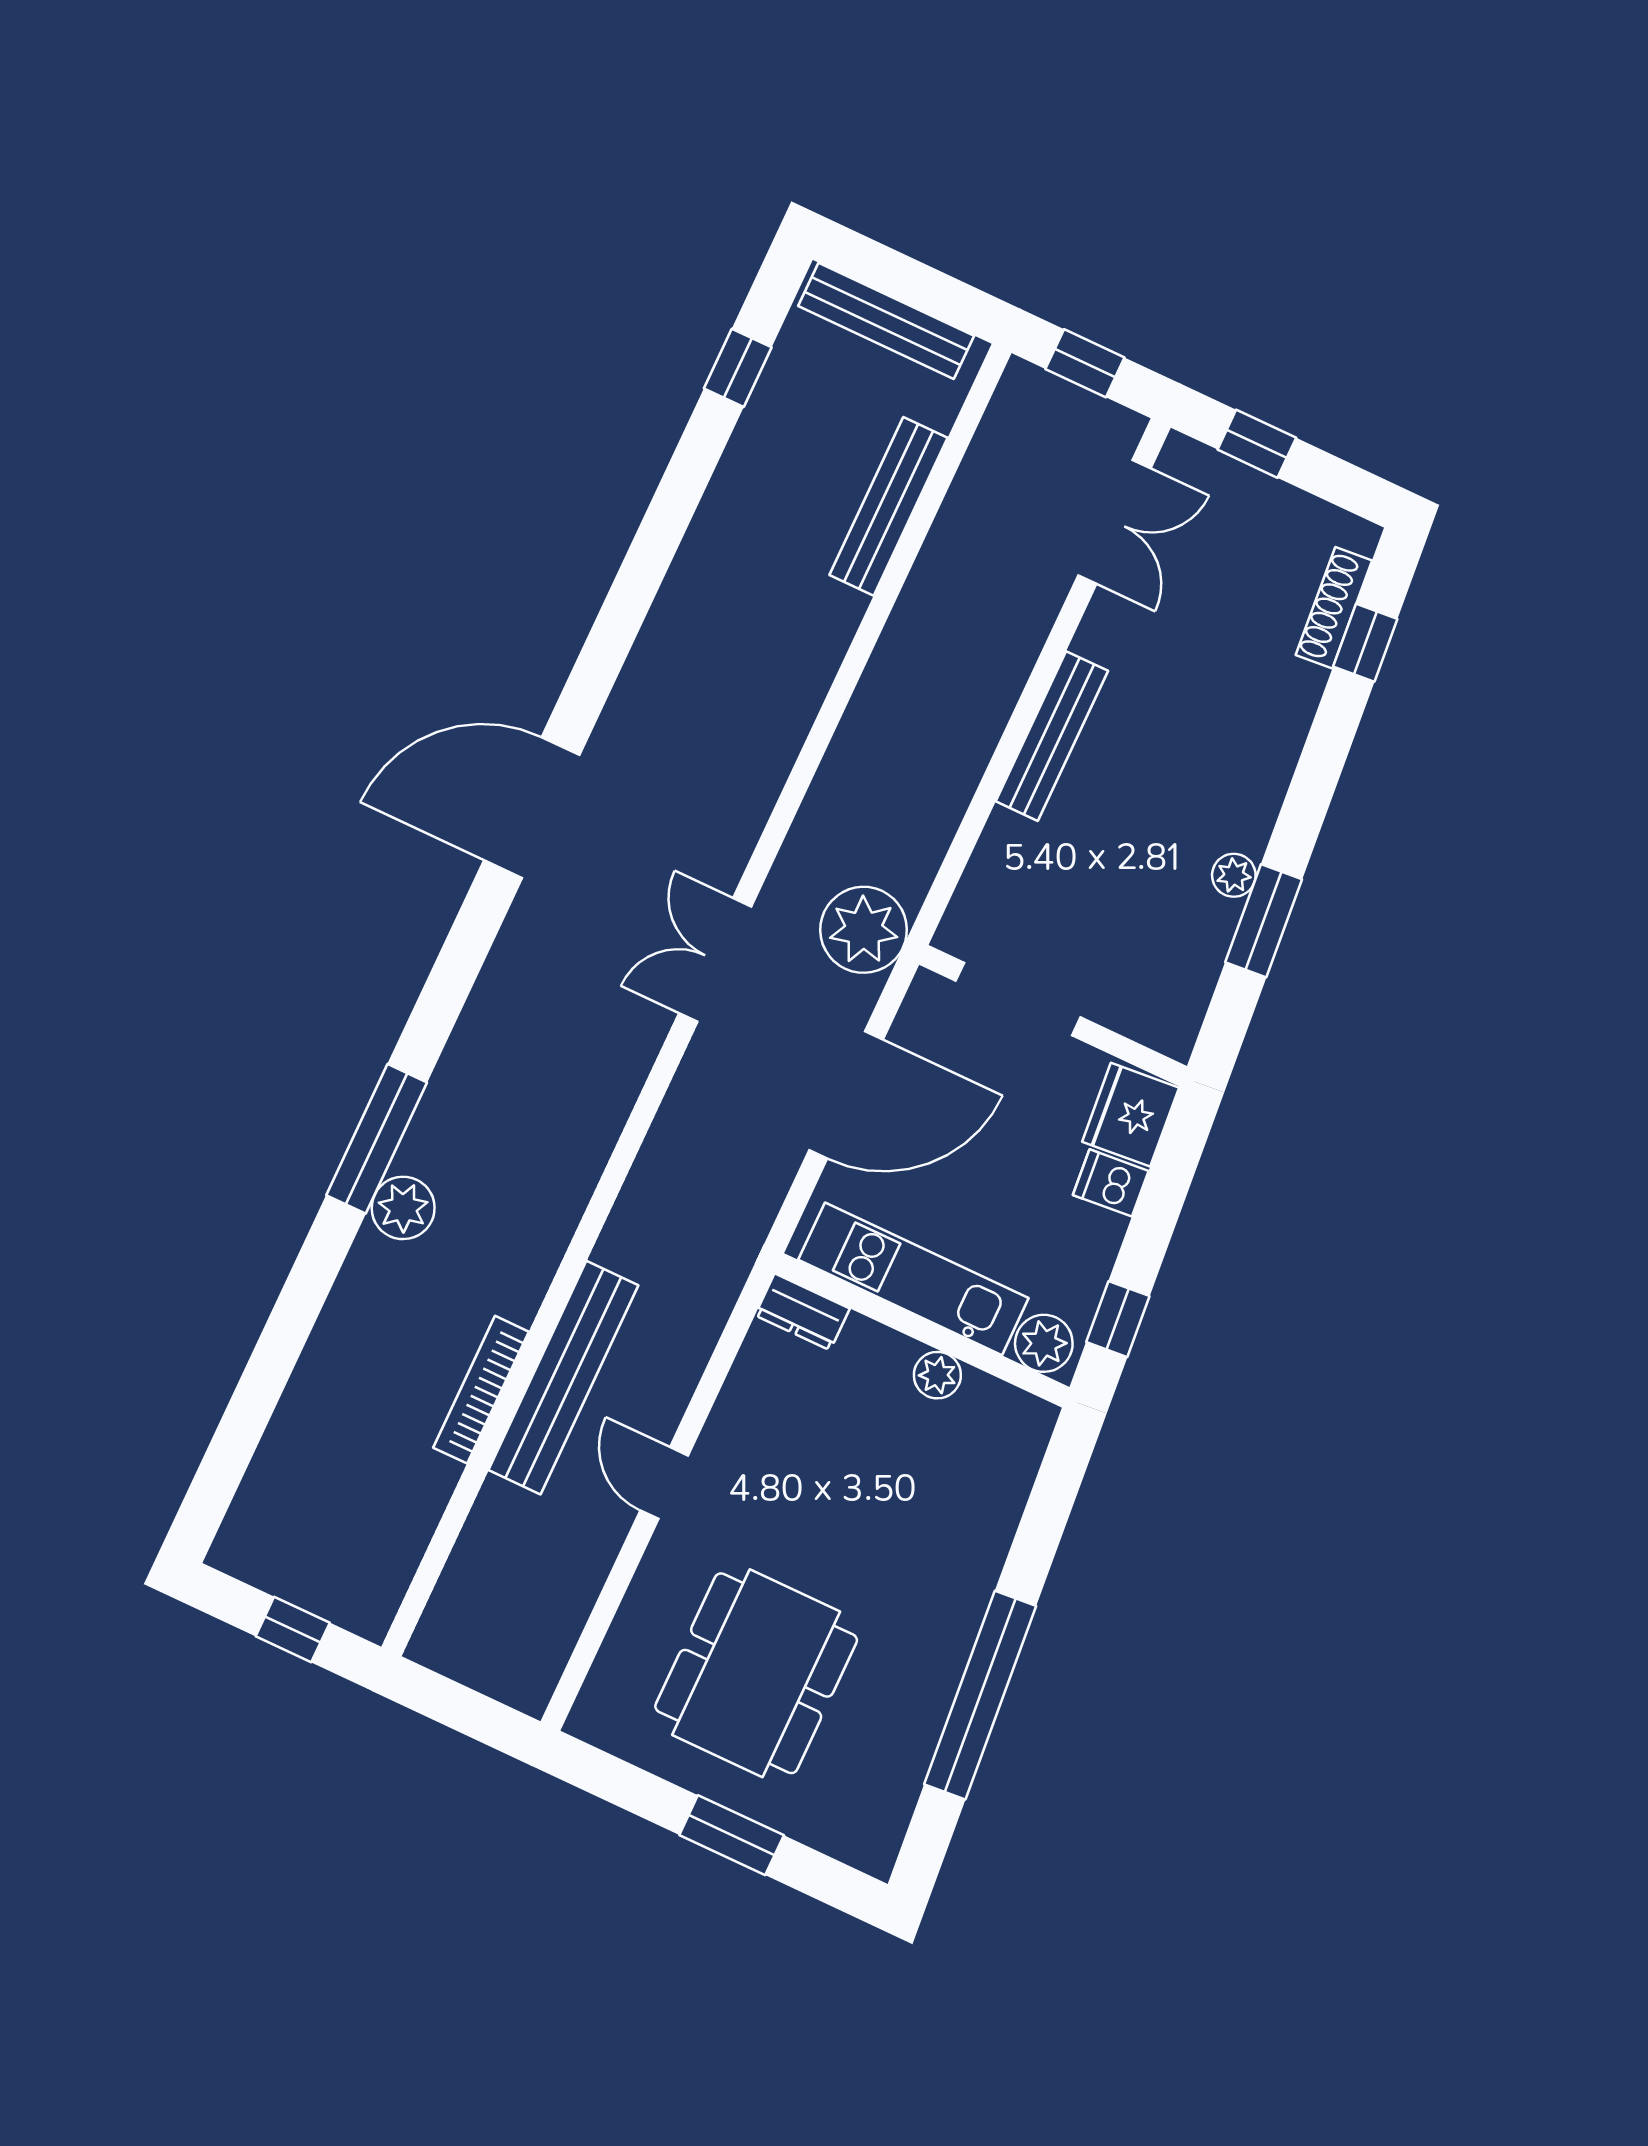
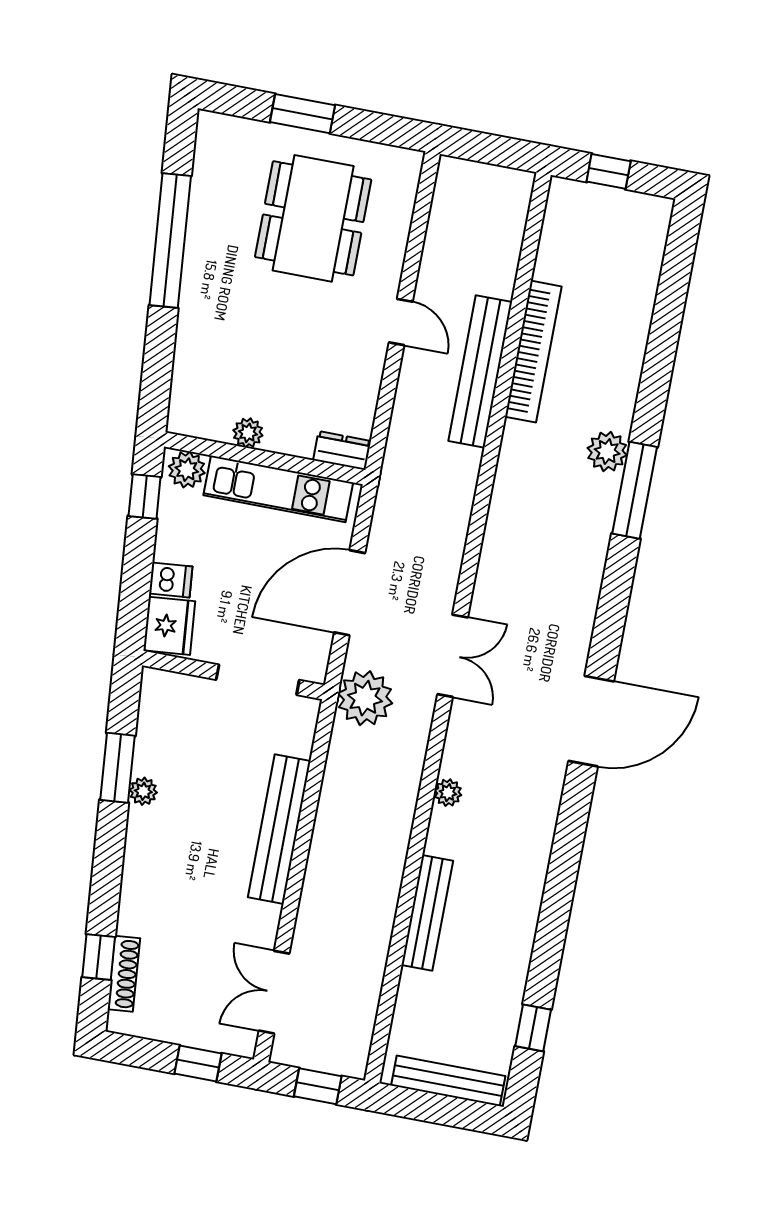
bench: (889, 506) -> (427, 913), moved
bench: (1052, 736) -> (279, 829), width x1.37, depth x1.21
plant: (775, 755) -> (448, 793), added
bookcase: (481, 1390) -> (533, 352), width x1.48, depth x1.31

